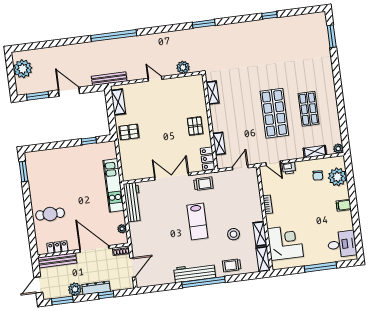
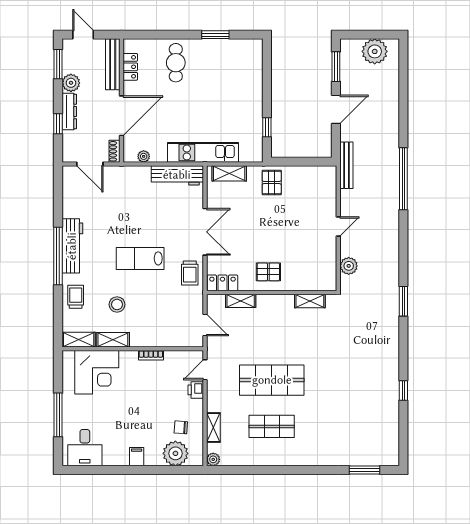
shelving: (118, 102) -> (229, 173), moved
window: (24, 172) -> (215, 35), moved

